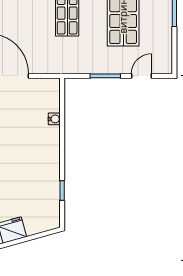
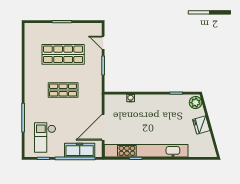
plant: (47, 221) -> (196, 103), added

